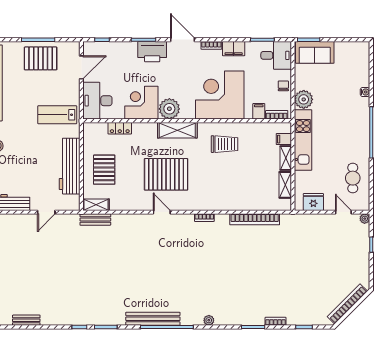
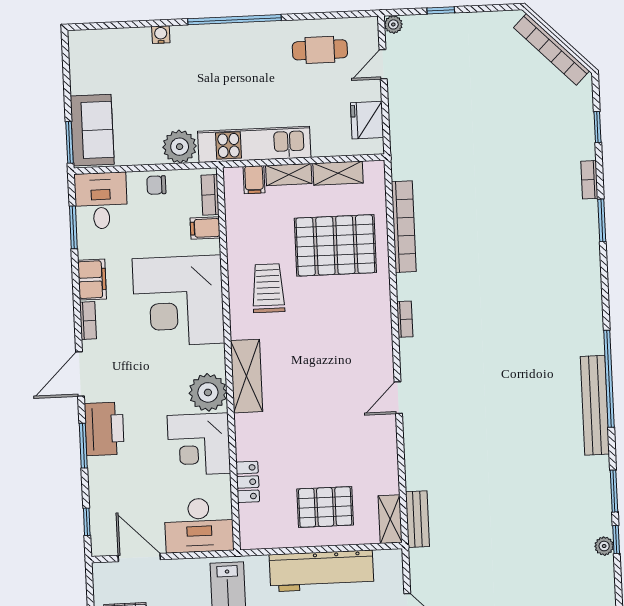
pallet: (166, 174) -> (335, 245), moved, turned 90
plant: (209, 320) -> (604, 546), moved

